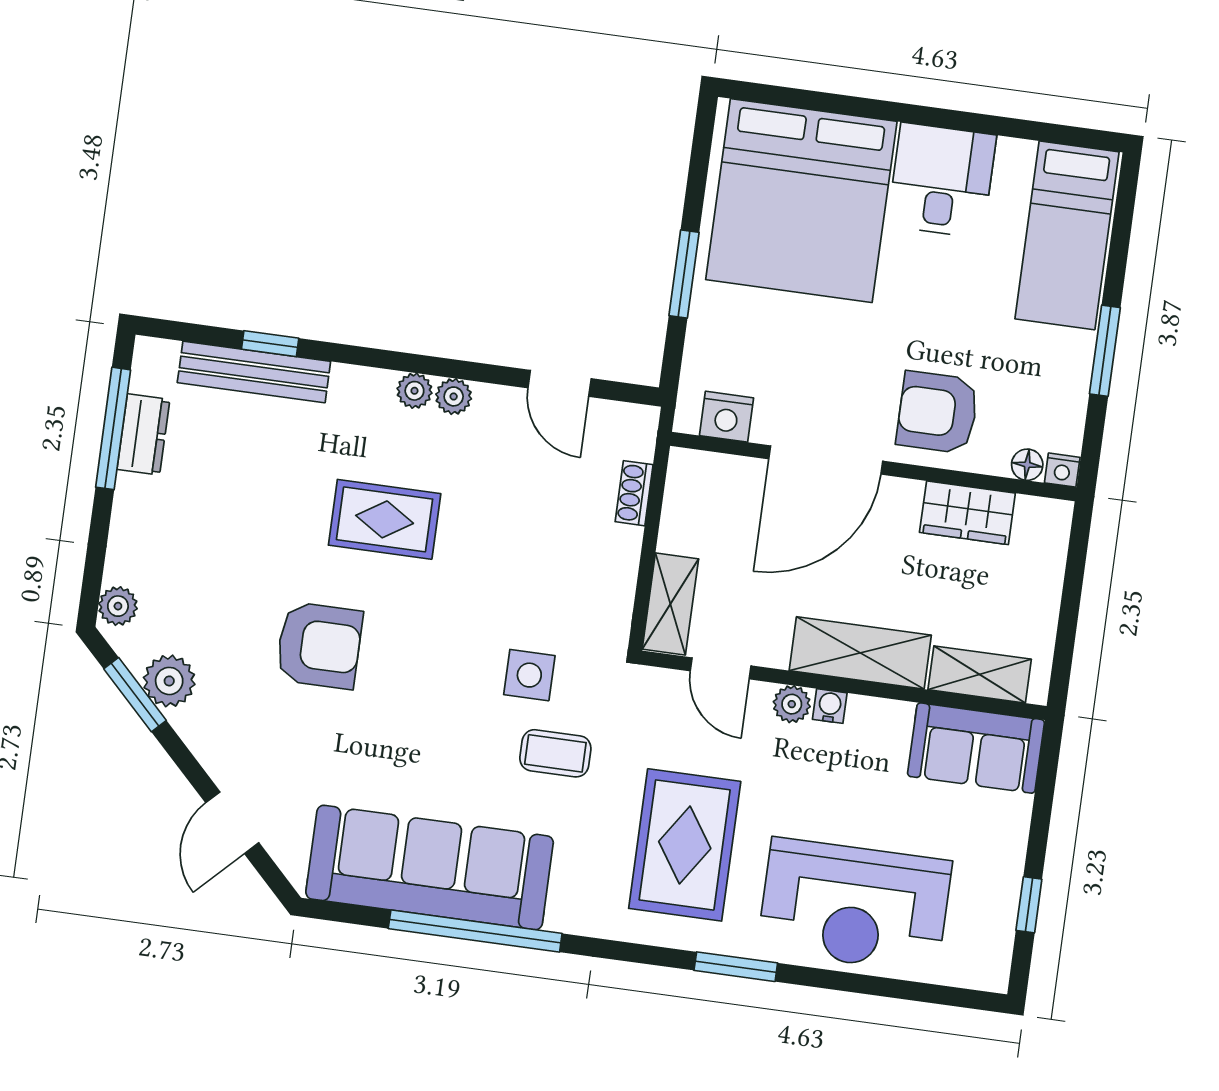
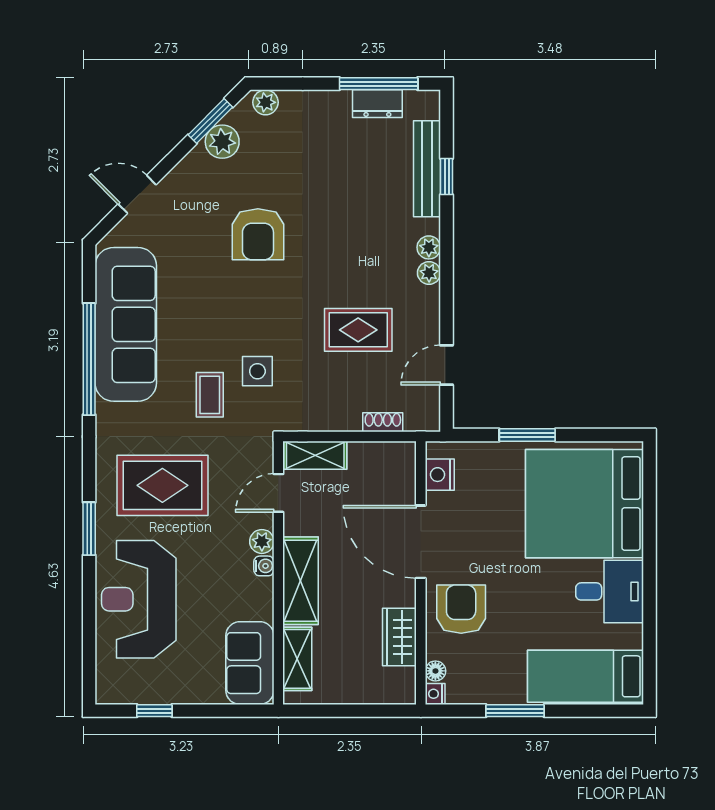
plant: (454, 396) -> (429, 247), moved
rug: (385, 519) -> (358, 330), moved, turned 90

